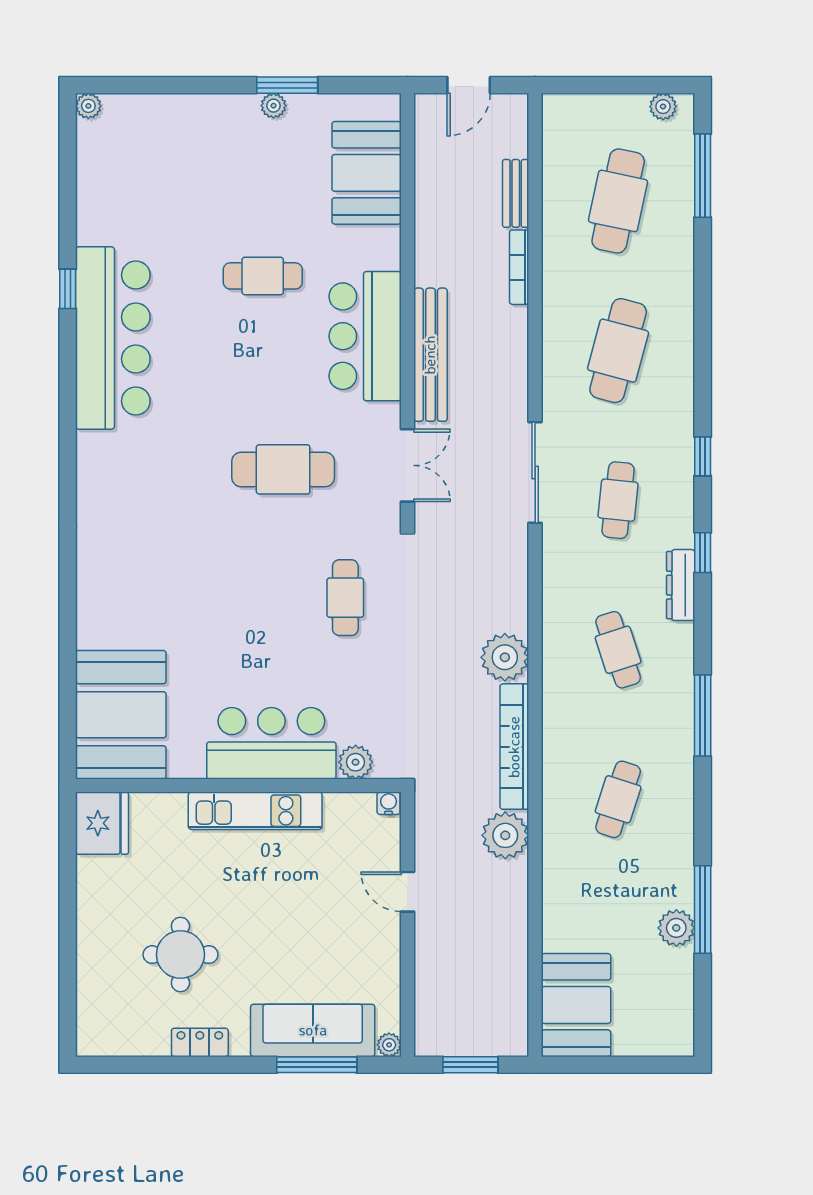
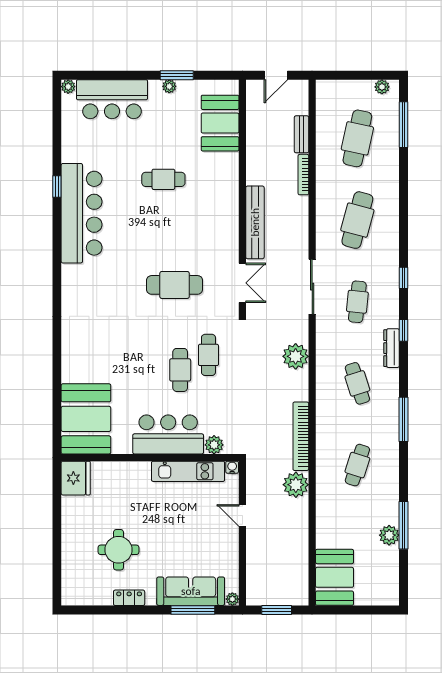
bar counter: (365, 336) -> (112, 99), moved, turned -90
cafe table: (293, 625) -> (180, 370), added
plant: (505, 657) -> (296, 356), moved
kitchen unit: (255, 811) -> (188, 471), moved

